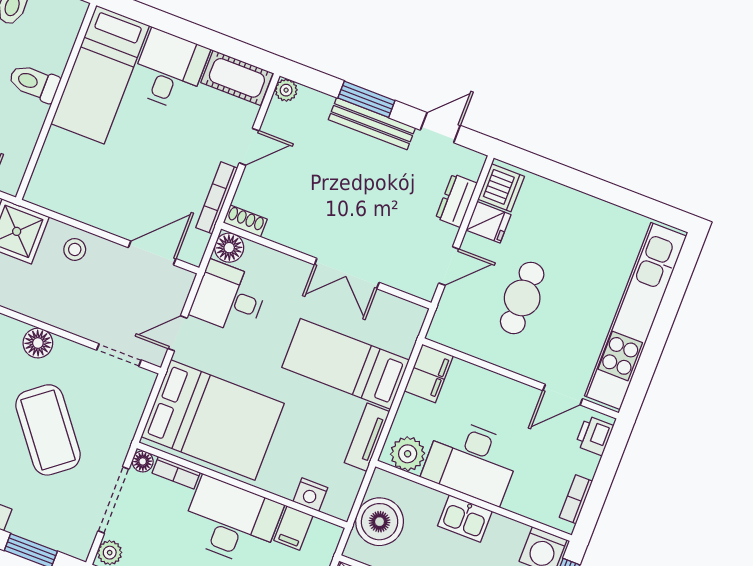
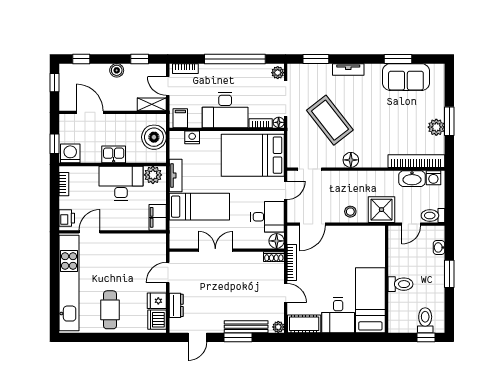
bench: (372, 124) -> (246, 327), moved
door: (249, 147) -> (286, 293), swing flipped
cafe table: (522, 298) -> (110, 310), moved
filing cabinet: (293, 528) -> (180, 118), moved

